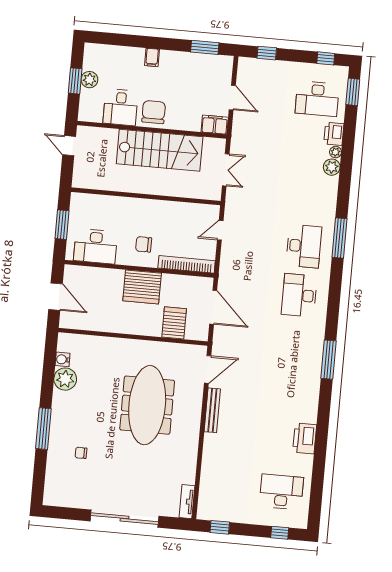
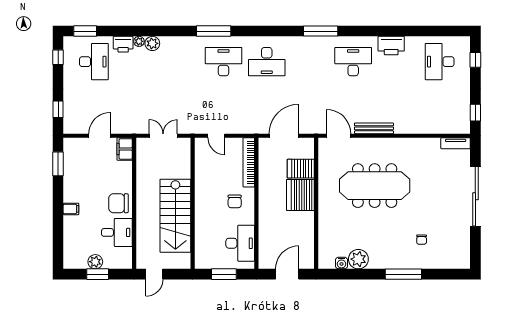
stairs: (160, 150) -> (175, 216), moved, turned 180
server rack: (142, 287) -> (300, 195), moved, turned 180
desk: (290, 394) -> (353, 62), added

